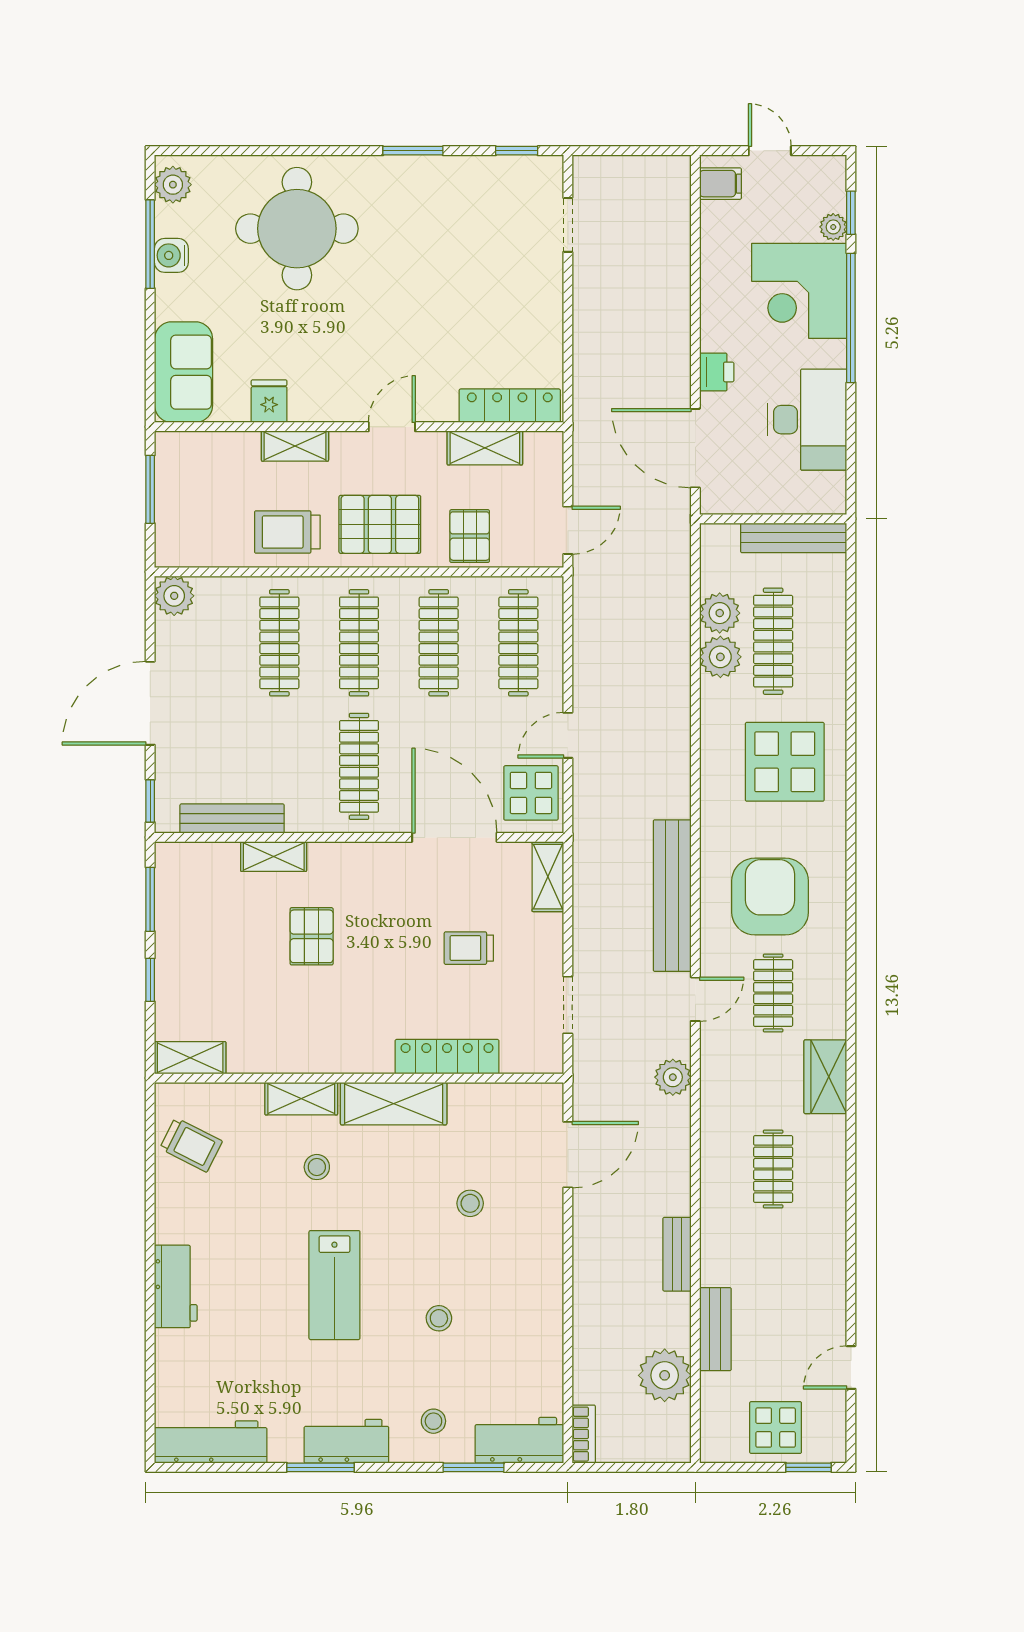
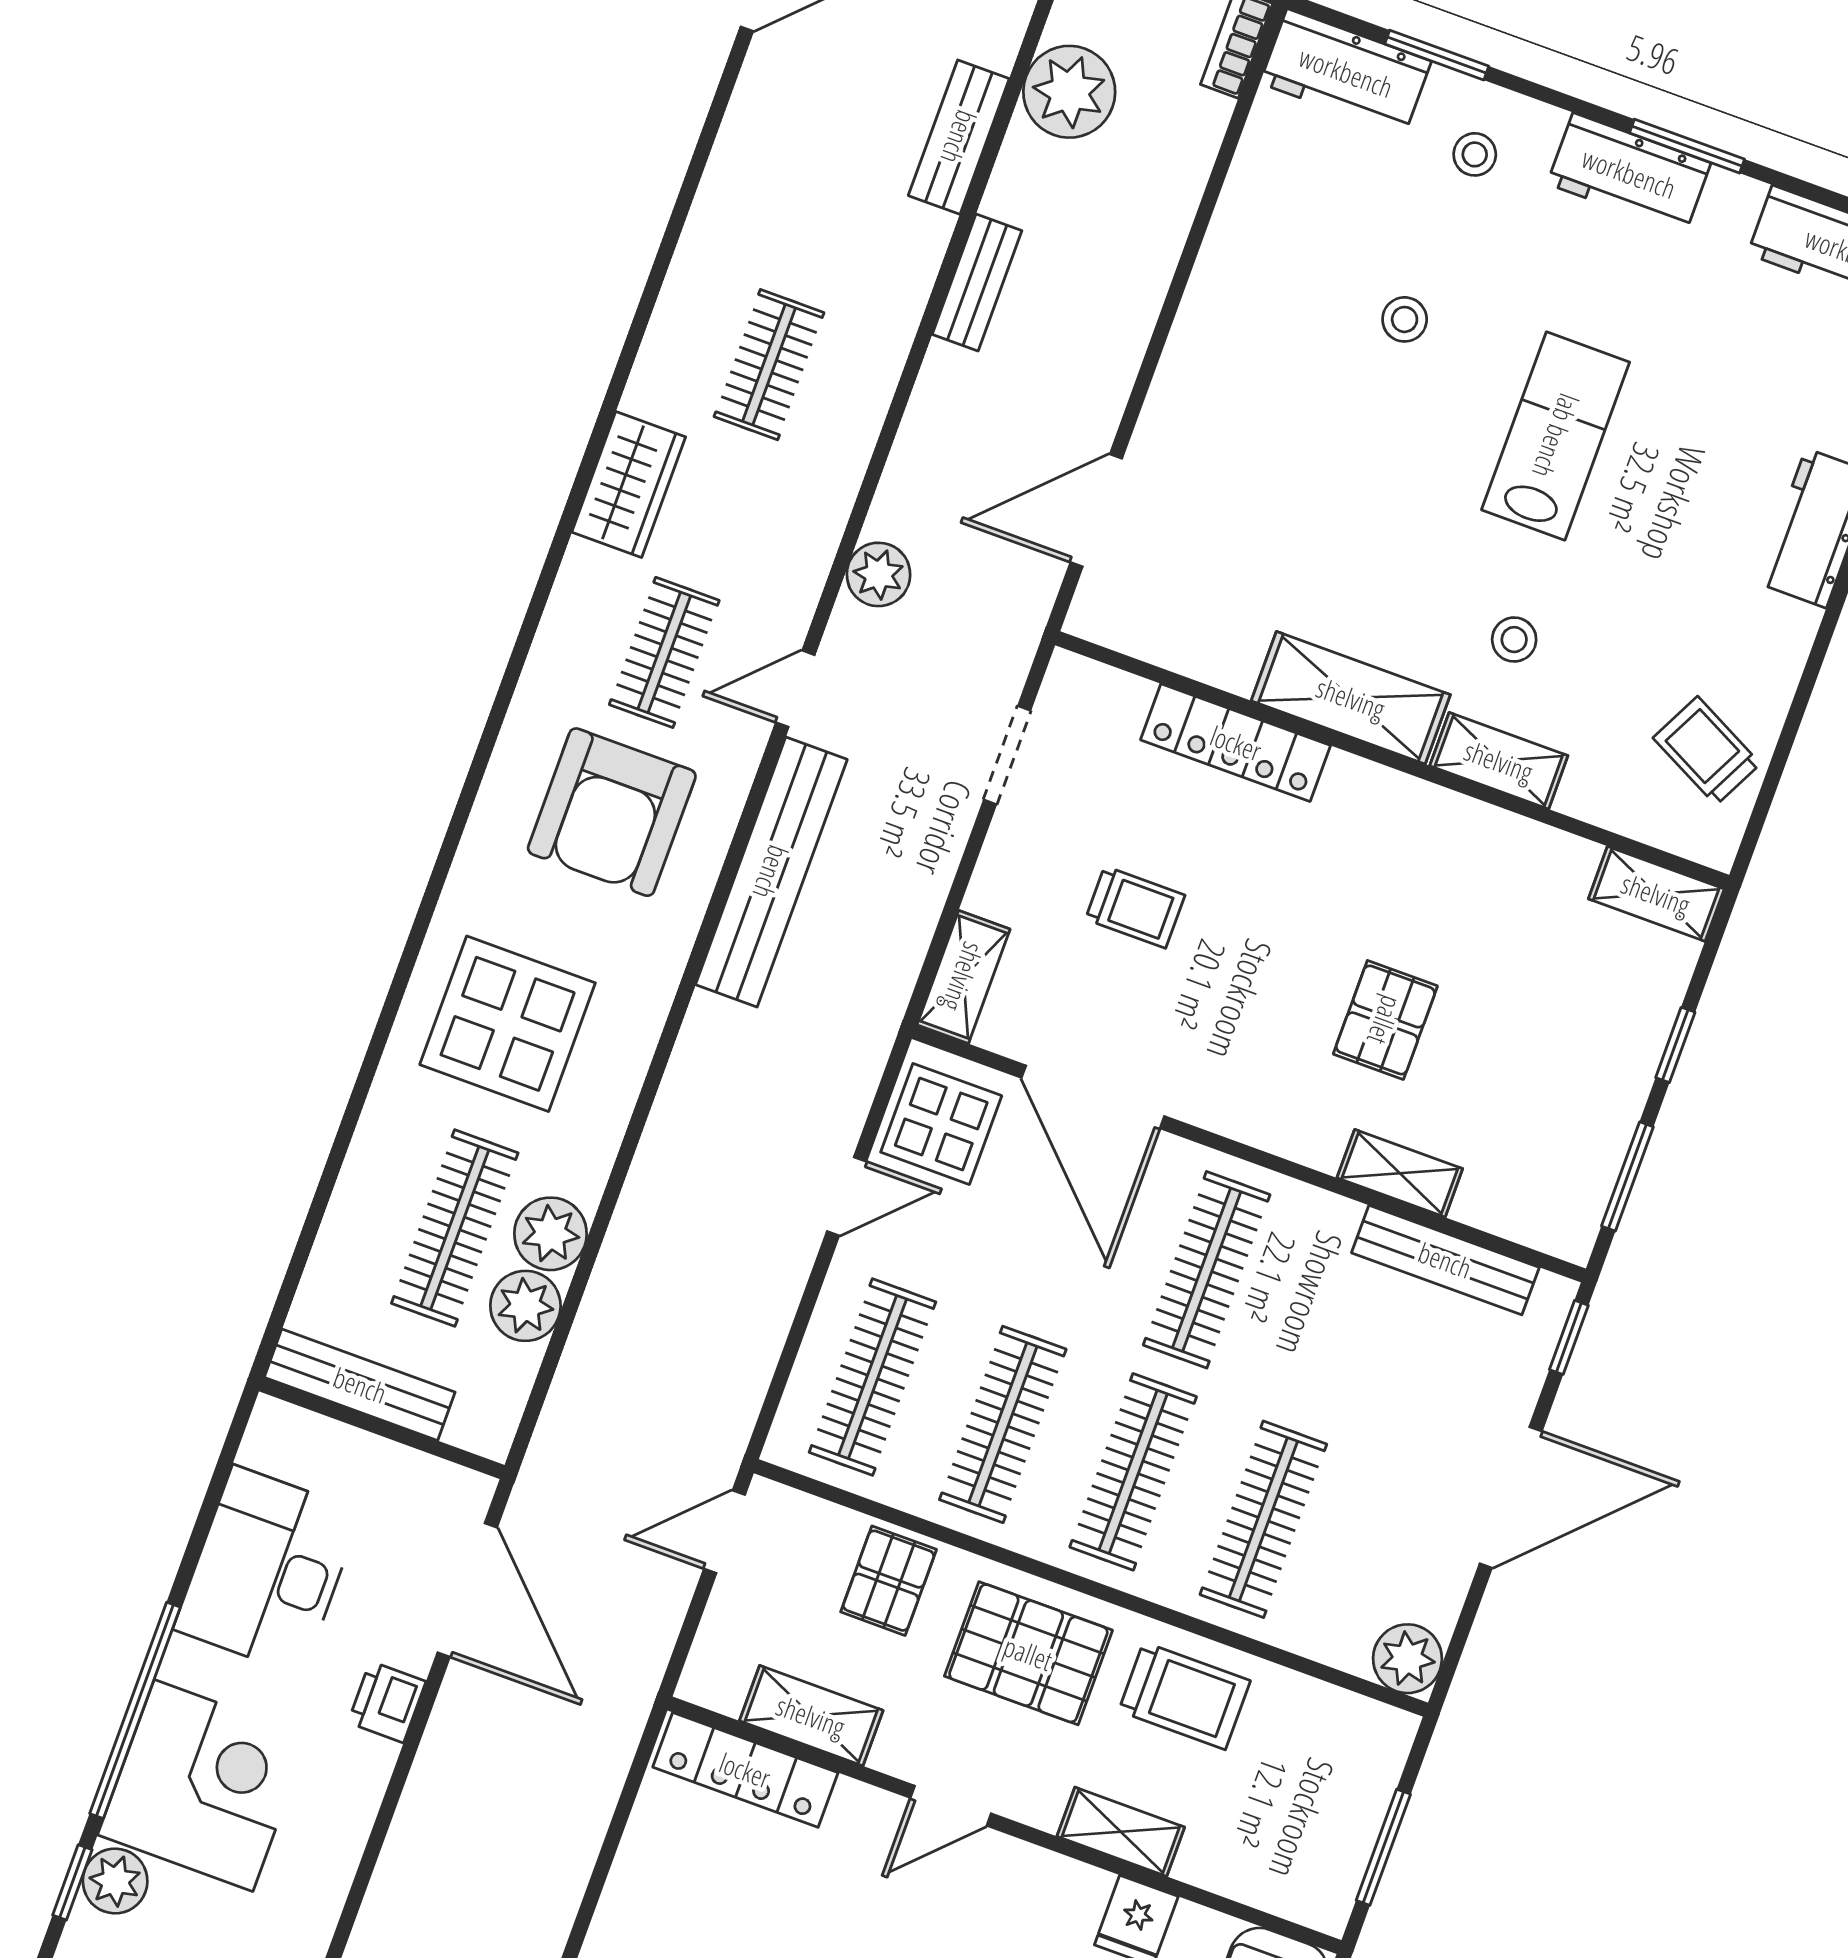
plant: (833, 227) -> (115, 1881), width x1.38, depth x1.38
stool: (470, 1203) -> (1285, 489), removed

